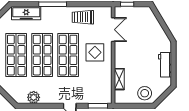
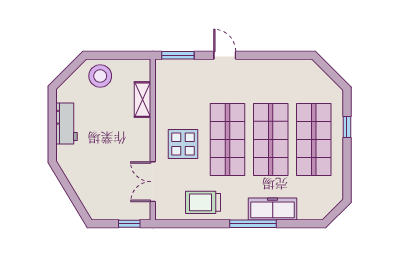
freezer: (26, 13) -> (273, 209), moved
trolley: (83, 17) -> (203, 202), turned 180
plant: (34, 97) -> (285, 69), removed

